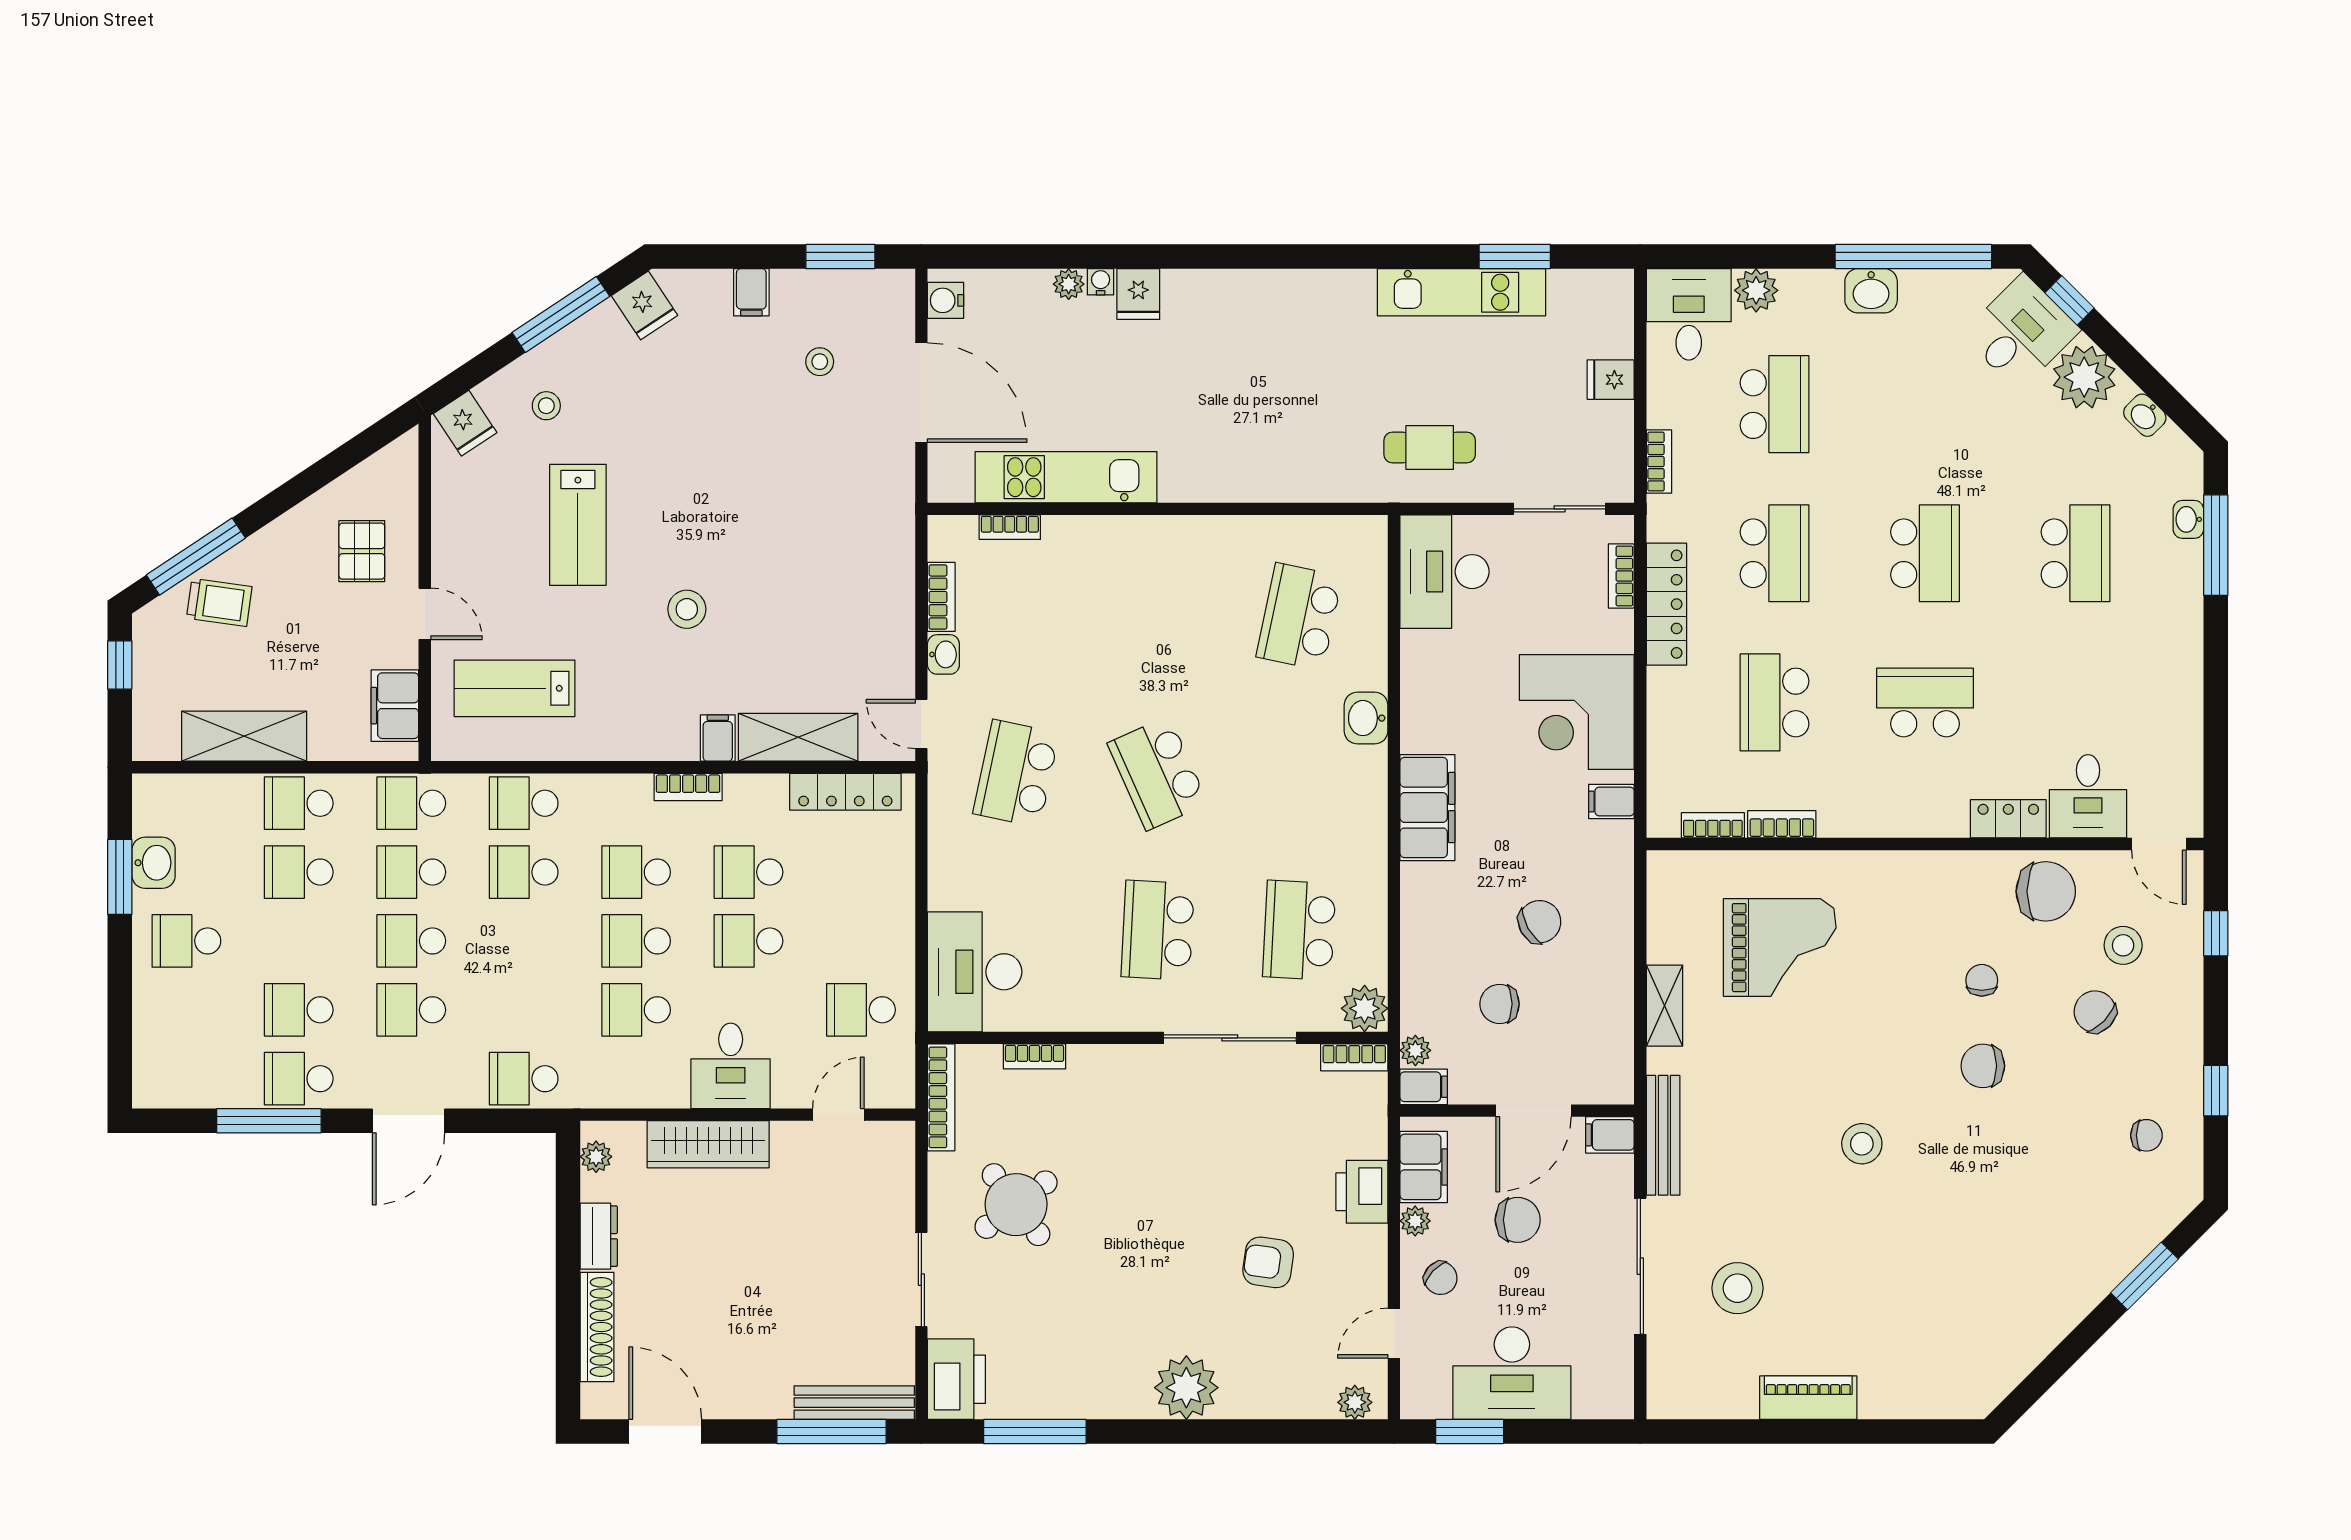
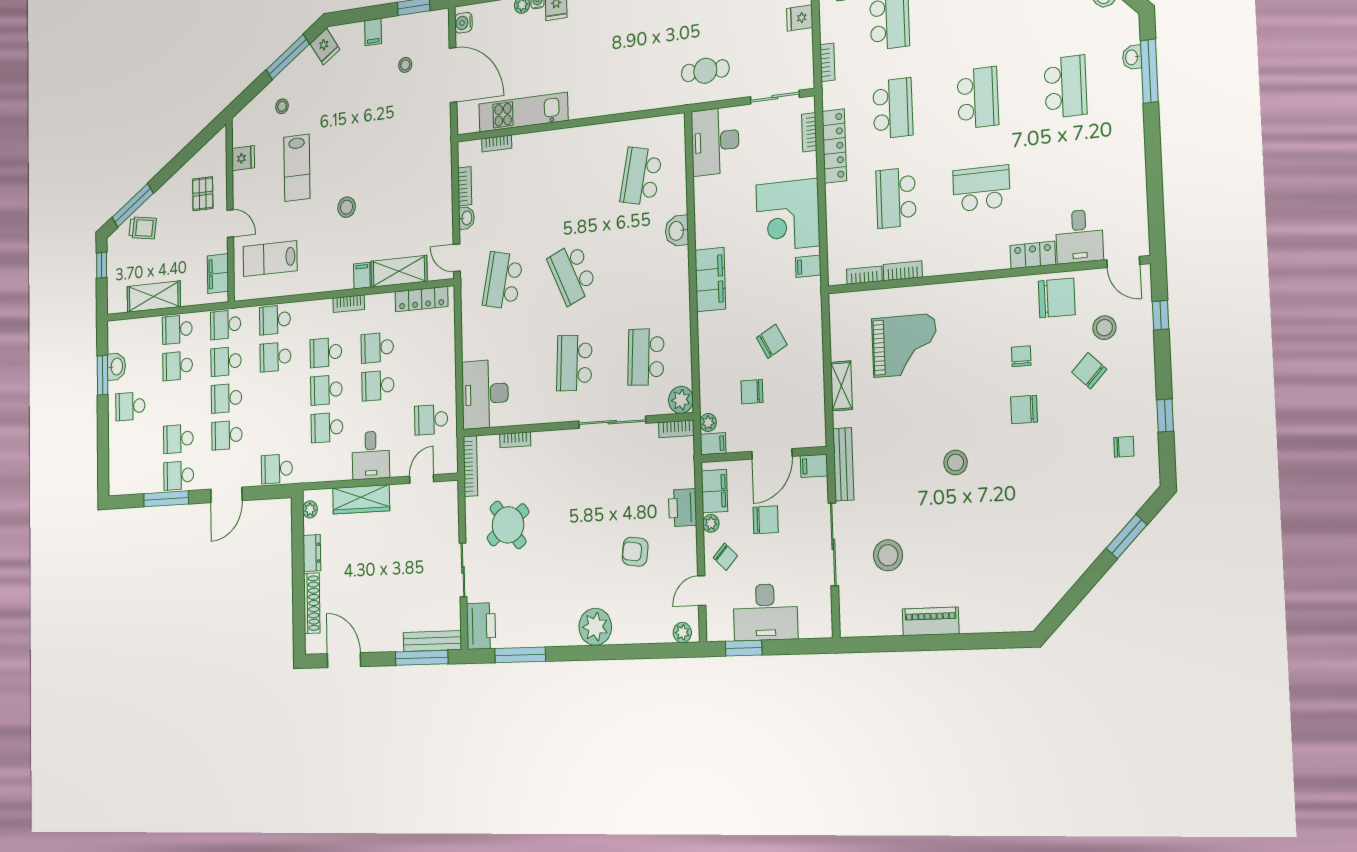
fridge: (465, 423) -> (243, 158), moved, turned -56

